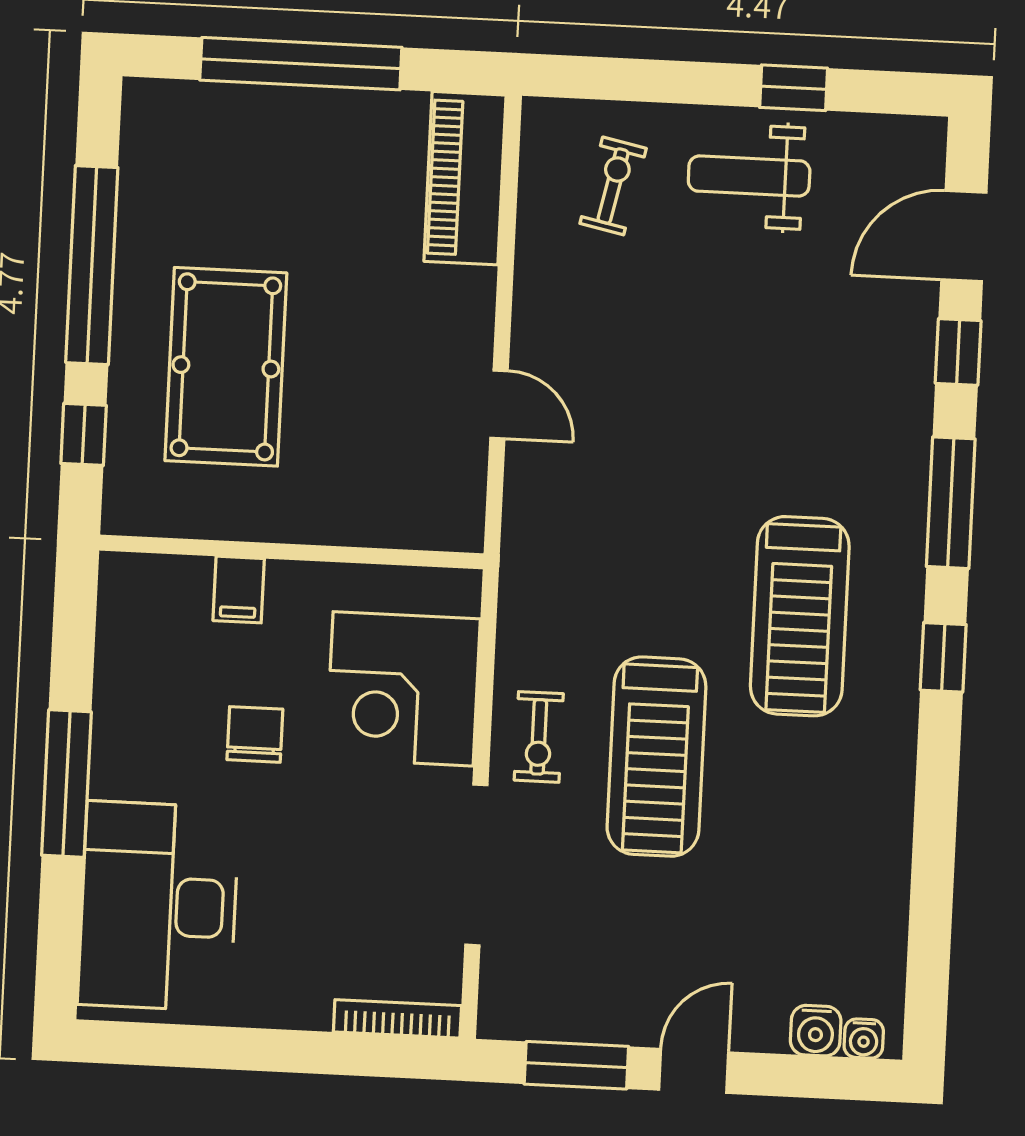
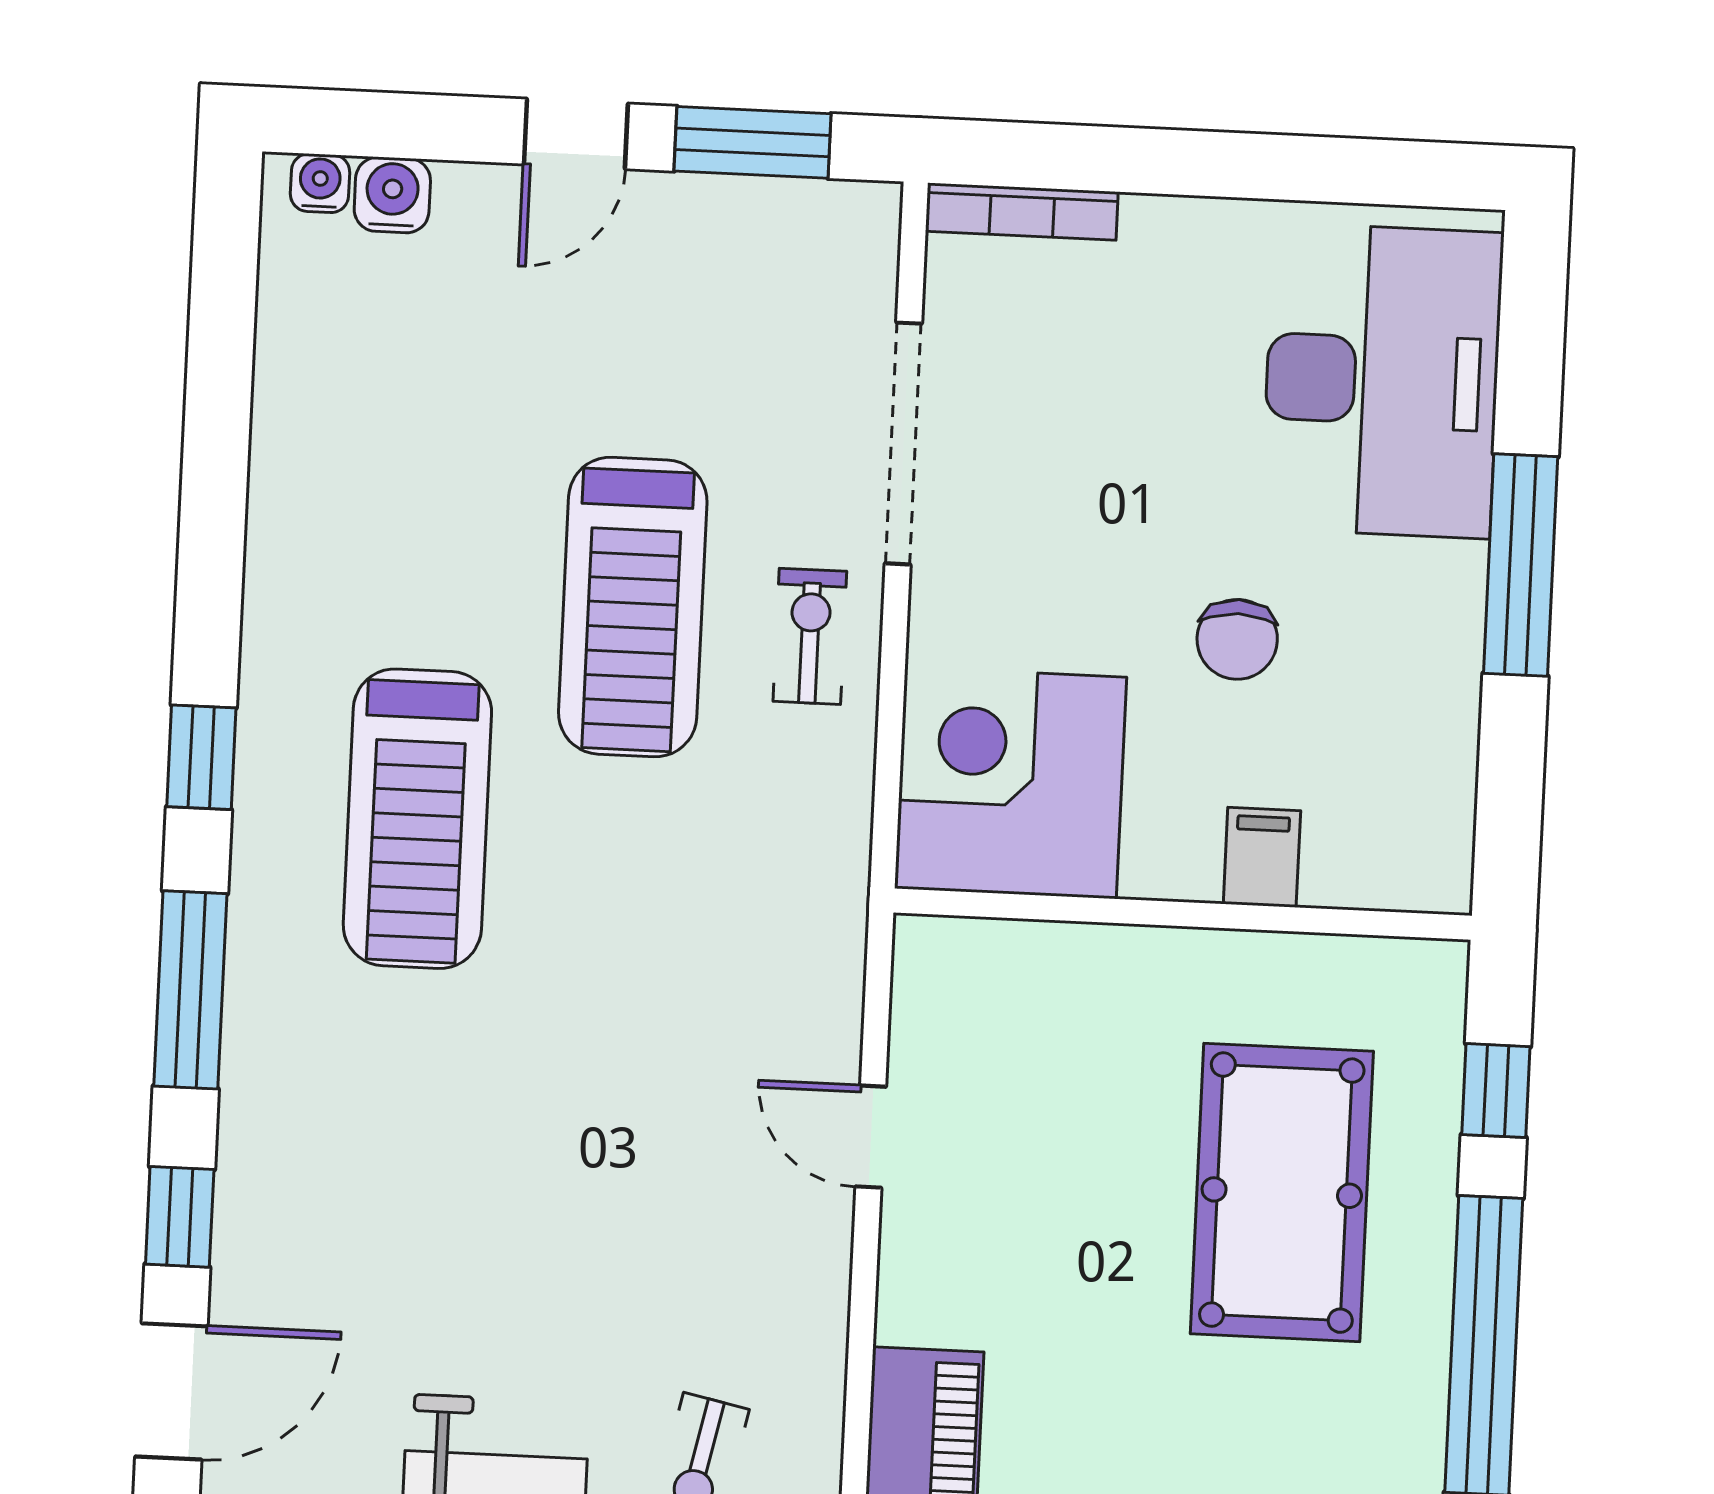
treadmill: (800, 616) -> (417, 819), turned 180
corner desk: (403, 689) -> (1011, 783), moved, turned -90
treadmill: (656, 757) -> (633, 607), turned 180

